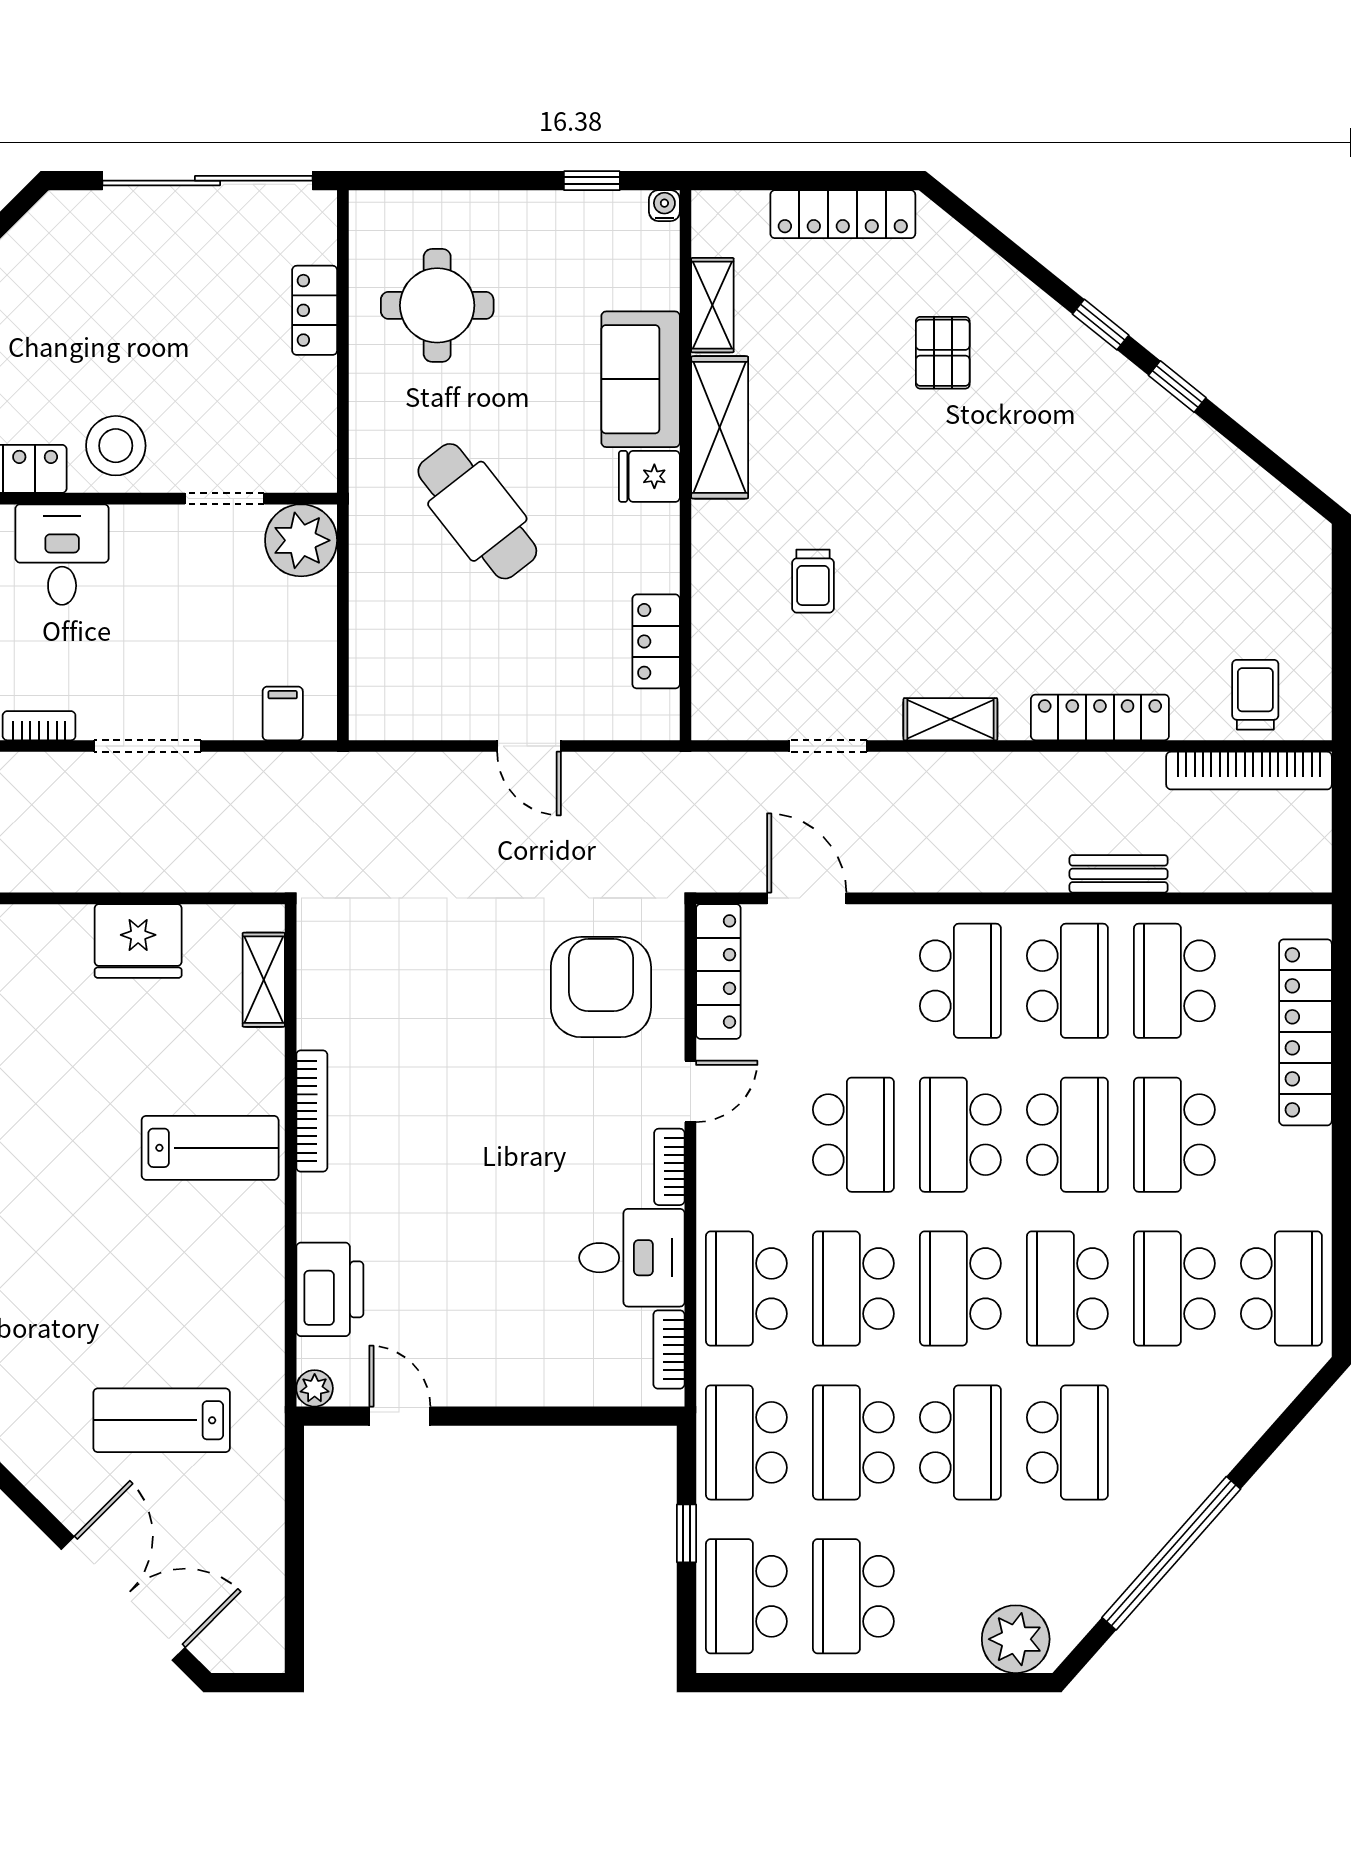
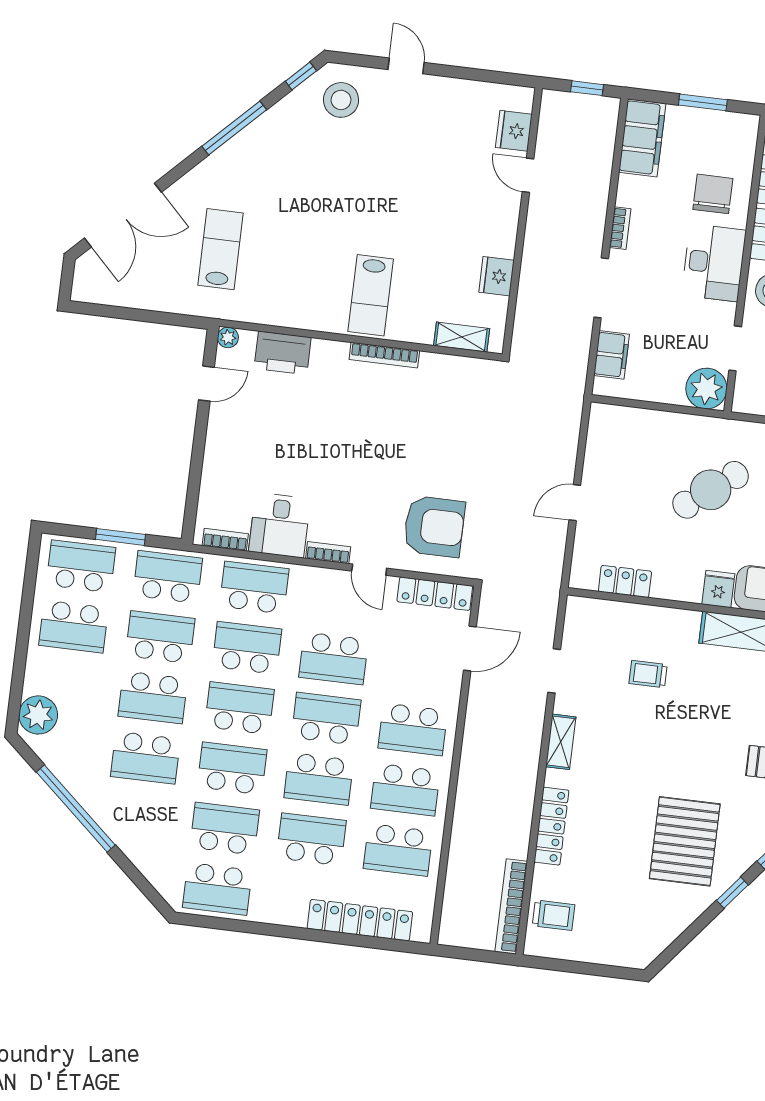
pallet: (1098, 481) -> (685, 841), added
desk: (62, 555) -> (714, 263), width x1.37
filing cabinet: (283, 713) -> (612, 355), width x2.00
bench: (1119, 874) -> (462, 826), removed
fridge: (138, 941) -> (497, 276), width x0.73, depth x0.75
school desk: (1174, 981) -> (398, 850), turned 180
window: (686, 1533) -> (121, 537), width x1.50
school desk: (853, 1596) -> (74, 627), turned 180

